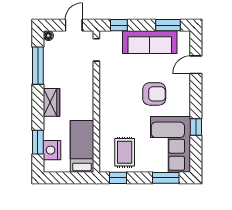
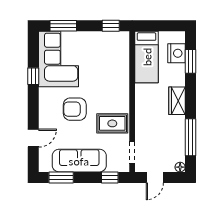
rug: (125, 152) -> (112, 123), moved, turned 90

